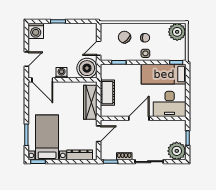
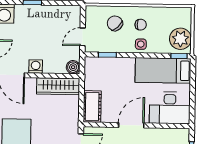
plant: (177, 32) -> (180, 39), moved
boiler: (87, 68) -> (73, 67), width x0.54, depth x0.54
cot: (107, 93) -> (92, 106), moved
wardrobe: (90, 102) -> (58, 86), moved, turned -90

